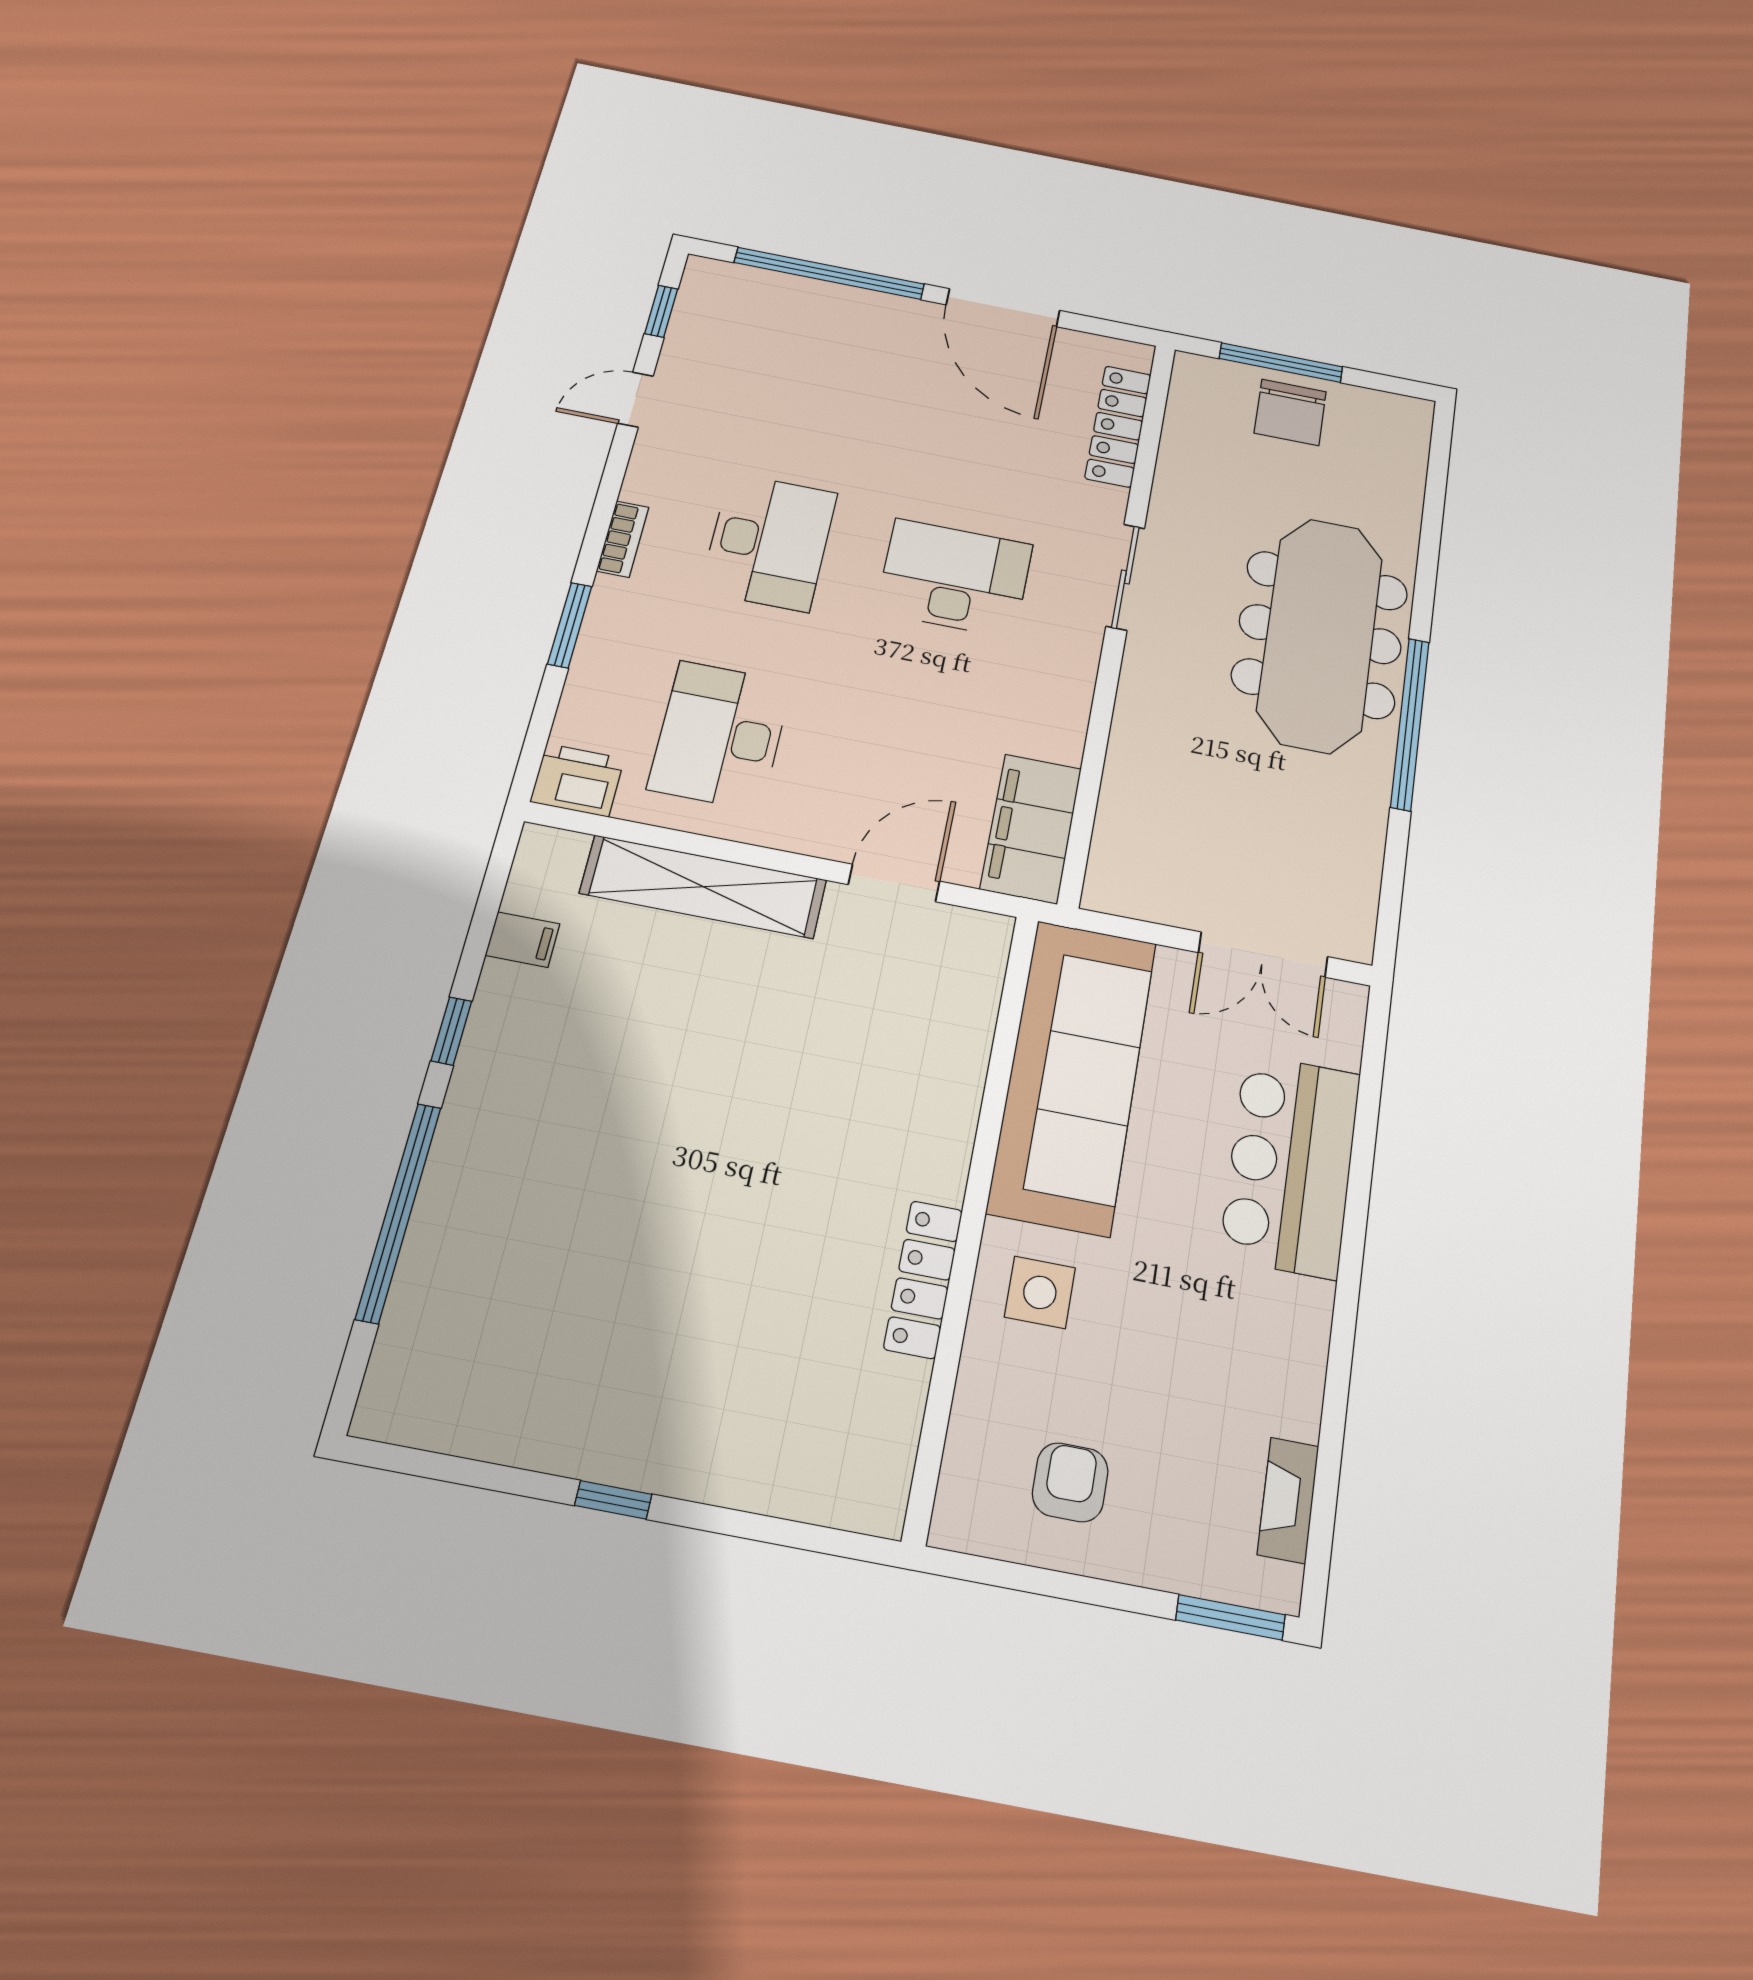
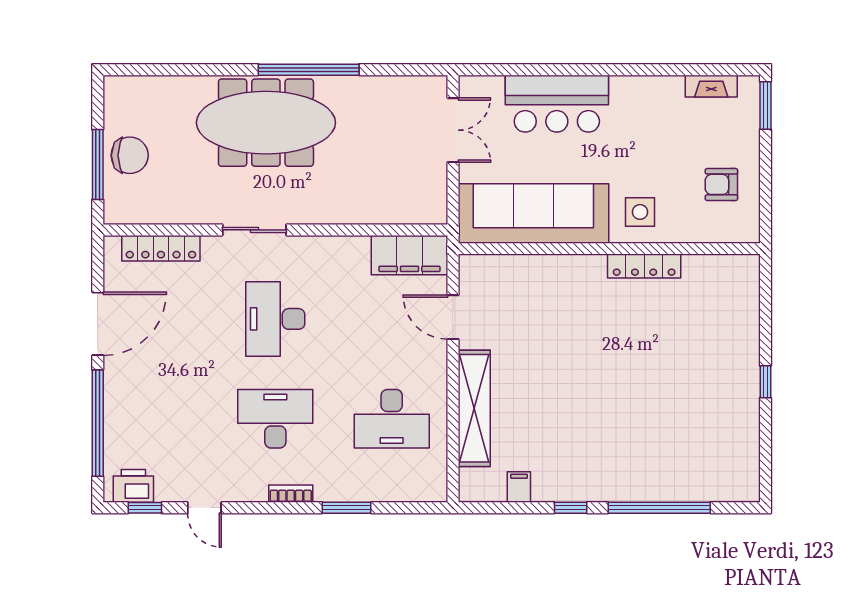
printer: (577, 780) -> (133, 486), moved, turned 90

